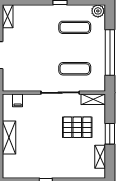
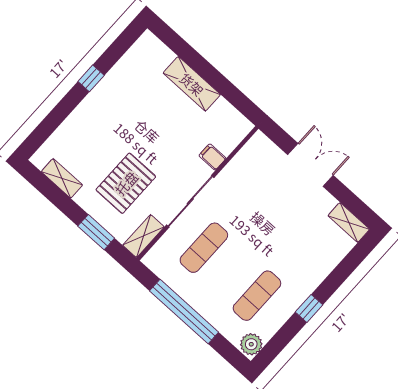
filing cabinet: (18, 100) -> (212, 157), moved
window: (110, 134) -> (96, 232), moved

